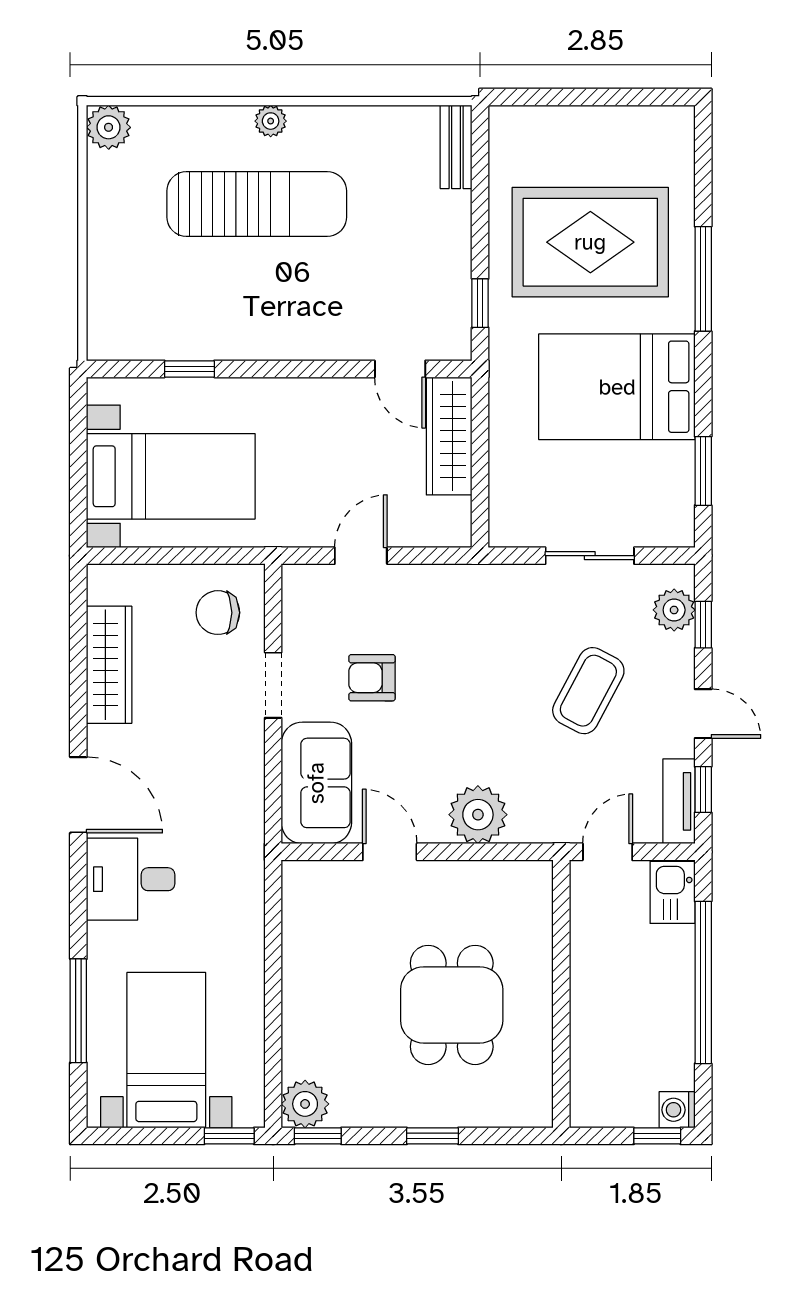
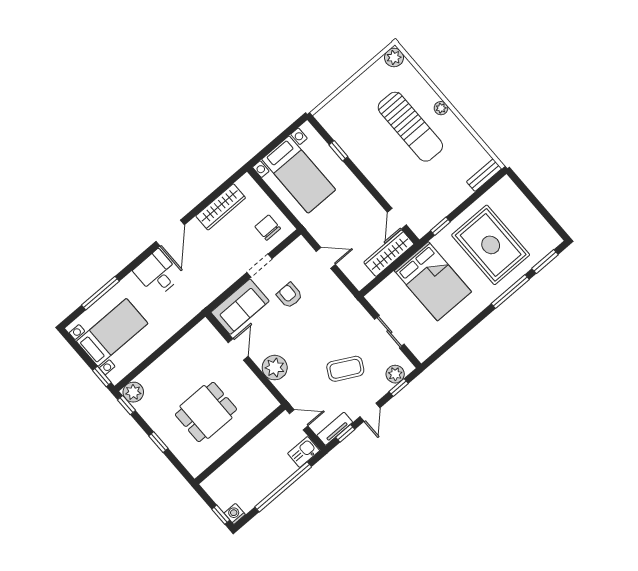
bed: (617, 387) -> (433, 281), moved, turned 180
window: (703, 471) -> (545, 262), moved

